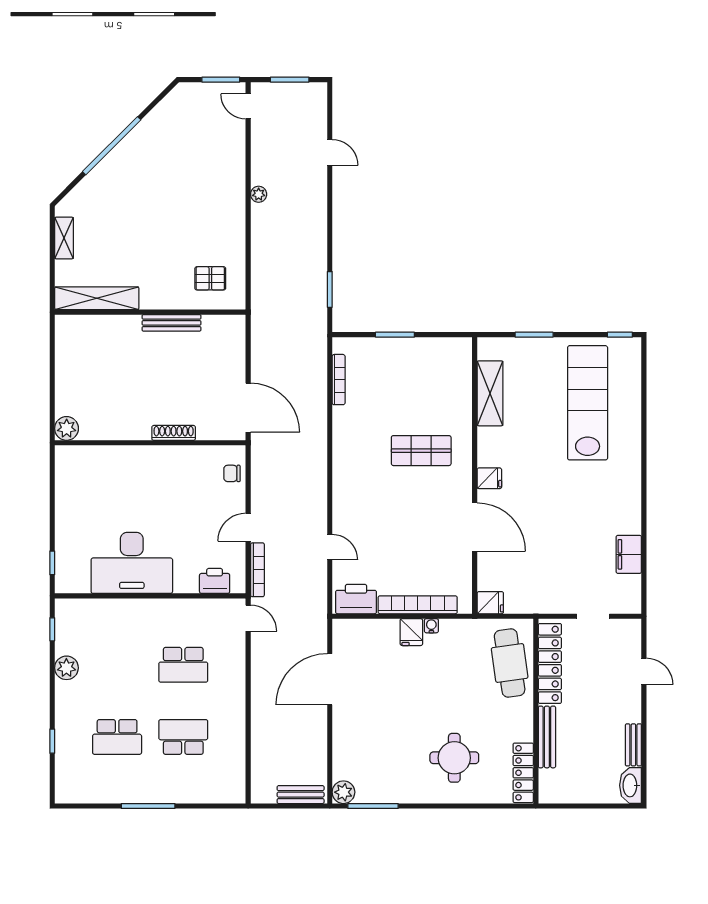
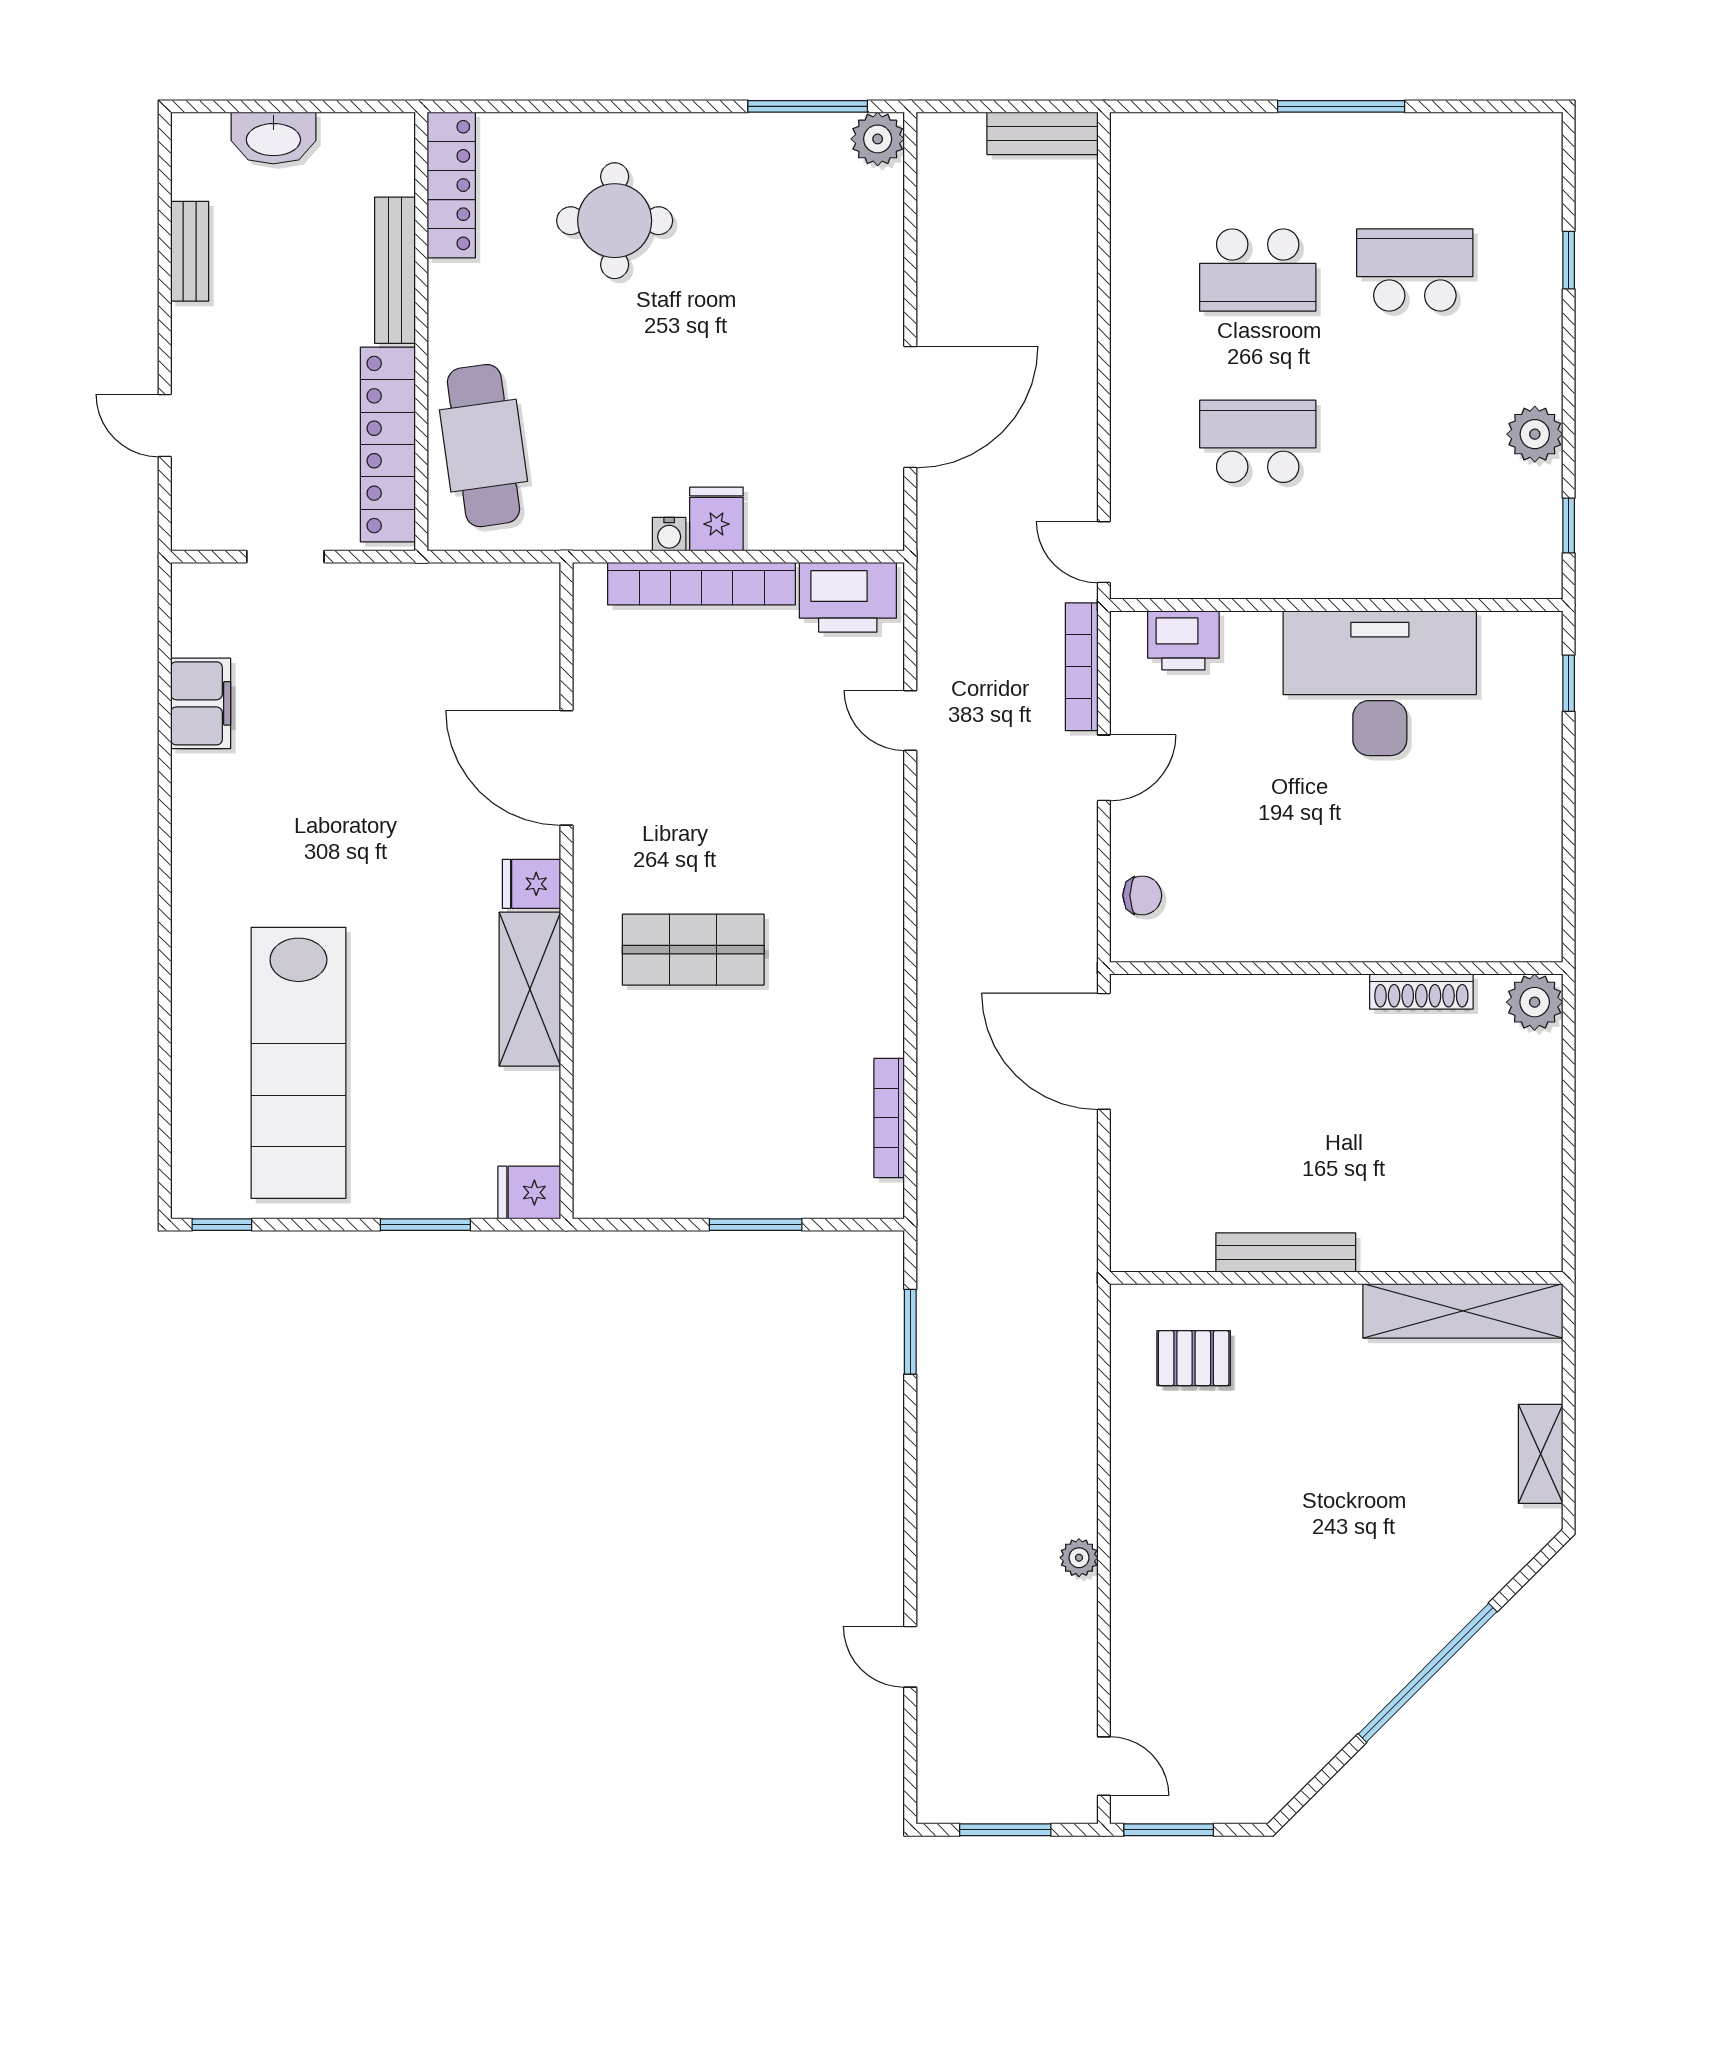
shelving: (490, 393) -> (530, 989), moved
shoe rack: (174, 433) -> (1421, 991), moved
fridge: (490, 603) -> (529, 1193), moved
washbasin: (631, 785) -> (273, 138), moved, turned 90
bench: (301, 795) -> (1042, 133), moved

